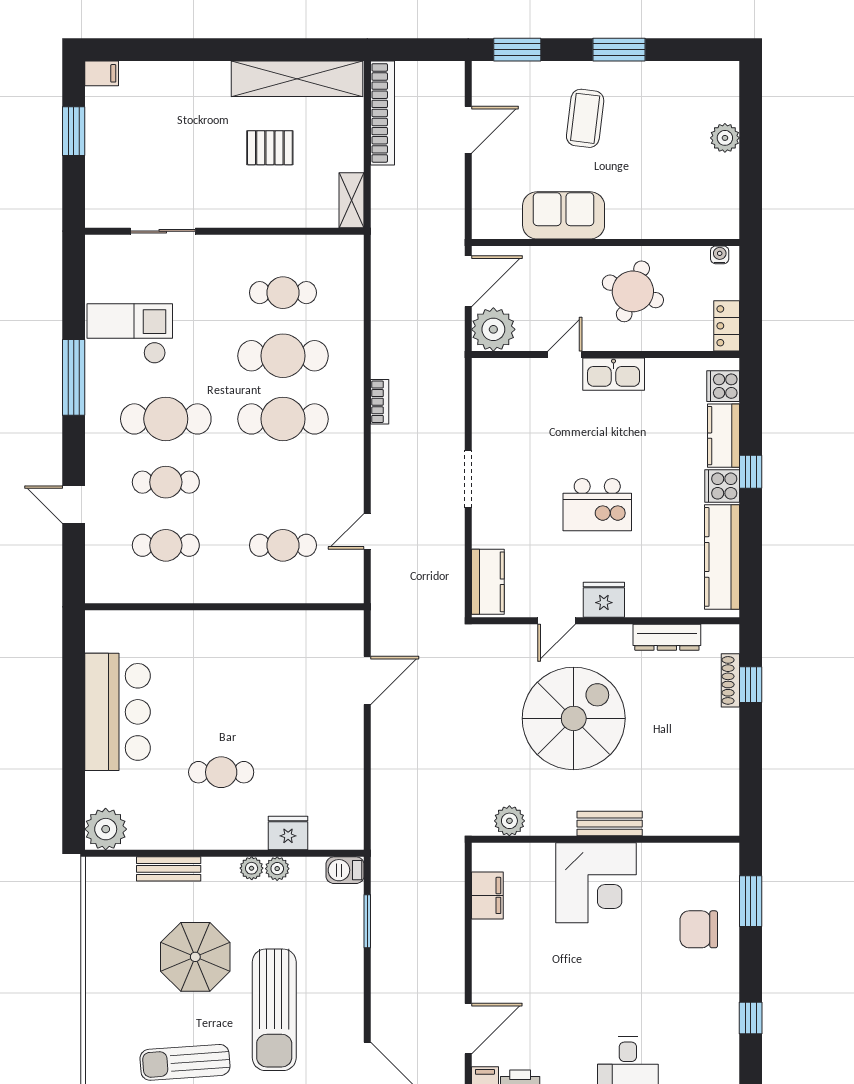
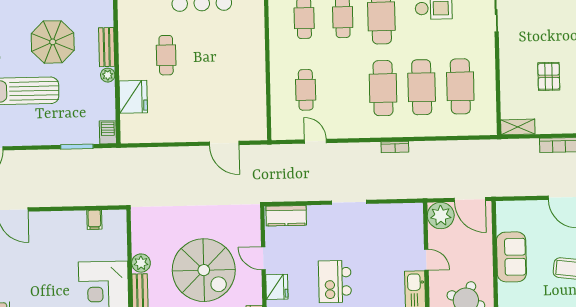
cafe table: (283, 293) -> (460, 86), width x1.37, depth x1.35
plant: (509, 821) -> (141, 263), moved
fridge: (288, 833) -> (133, 97), width x1.36, depth x1.34
bench: (169, 869) -> (107, 47), moved
plant: (277, 869) -> (108, 91), removed
filing cabinet: (487, 895) -> (94, 220), width x0.50

